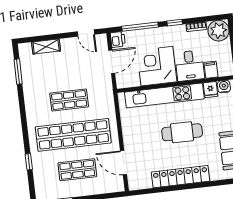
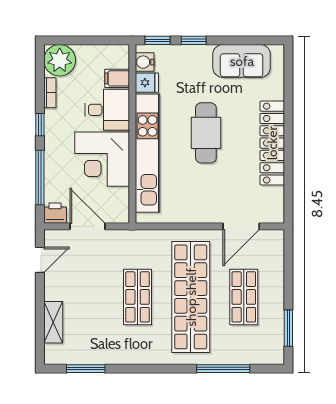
window: (29, 162) -> (223, 369), width x2.17

